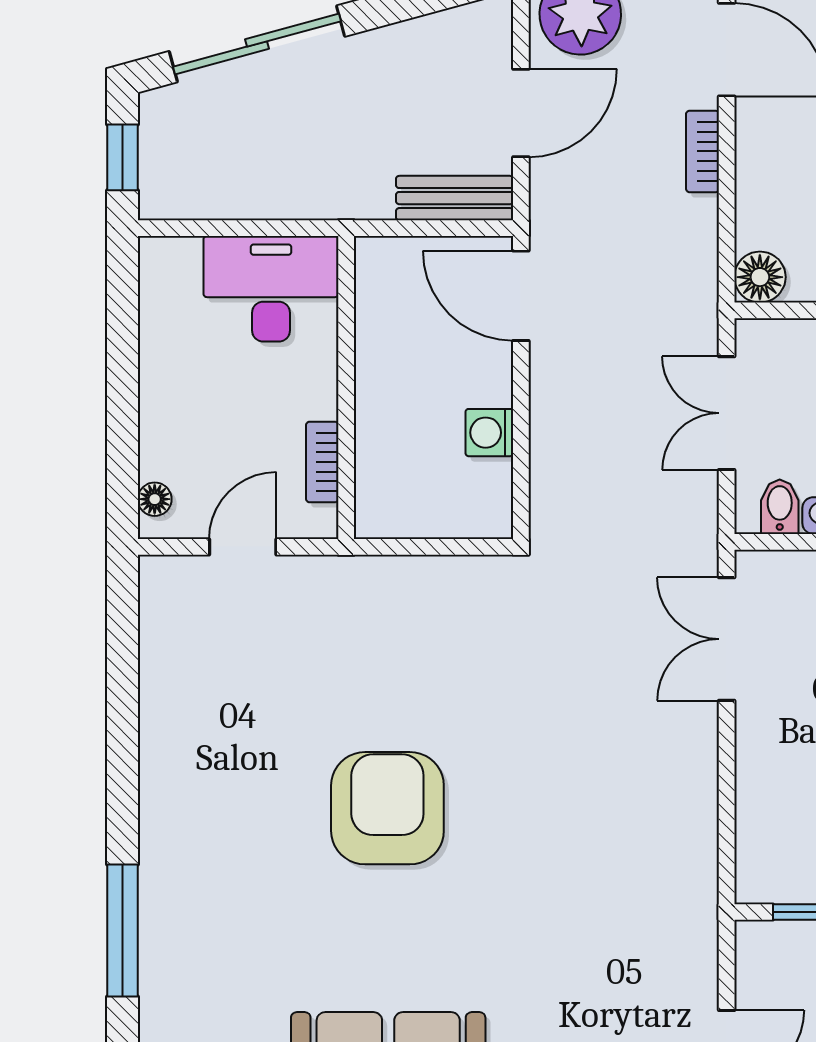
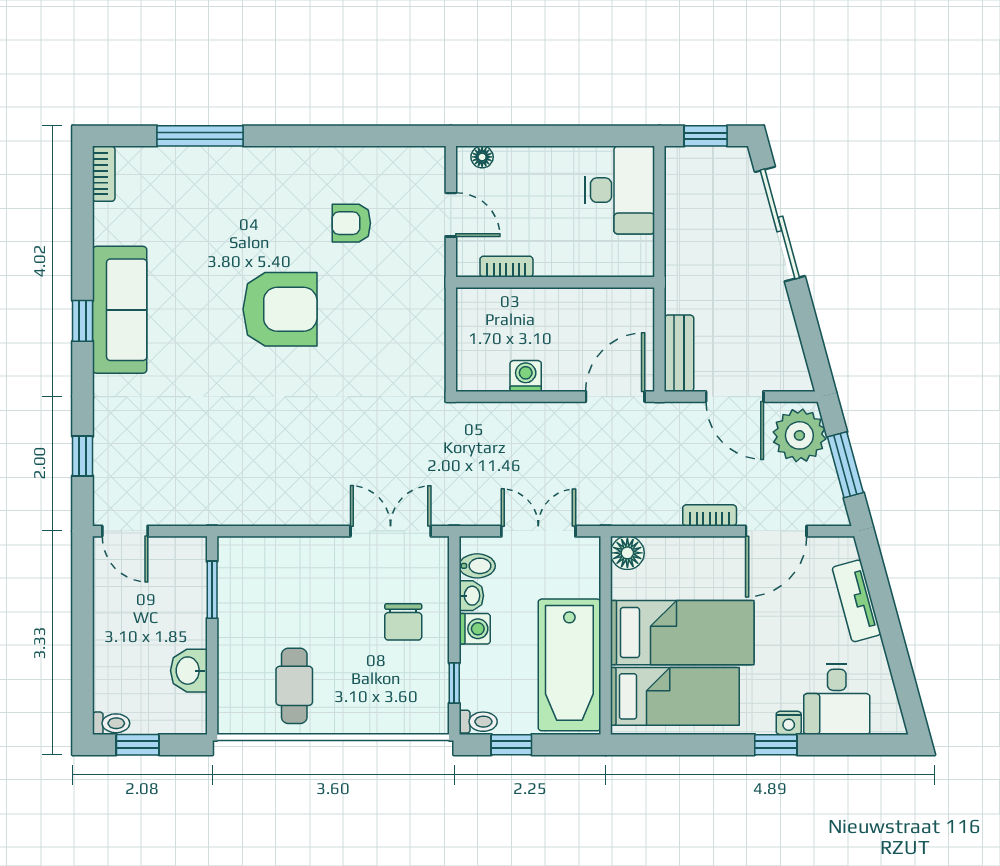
desk: (271, 289) -> (620, 190), moved
armchair: (256, 699) -> (351, 223), added

